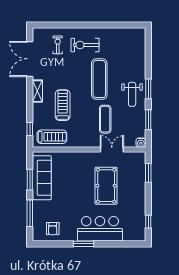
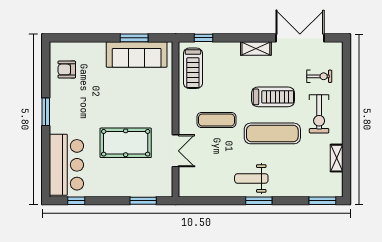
shelving: (117, 32) -> (337, 158), added
exercise bike: (85, 45) -> (319, 114), turned 180
treadmill: (63, 105) -> (273, 97), moved
exercise mat: (105, 119) -> (216, 120), moved
window: (148, 120) -> (322, 201), moved
water cooler: (141, 143) -> (185, 191), removed
window: (30, 213) -> (88, 38), removed
bar counter: (100, 229) -> (66, 165), moved

